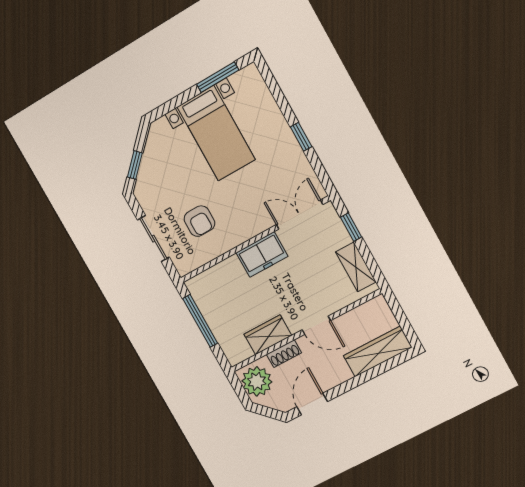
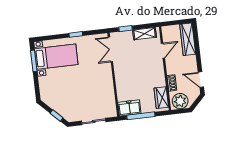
bed with nightstands: (216, 133) -> (56, 57), moved
armchair: (199, 221) -> (94, 96), removed
freezer: (262, 254) -> (129, 108), moved, turned -90
door: (316, 325) -> (163, 51), moved
wardrobe: (268, 335) -> (161, 98), moved

